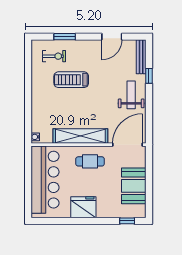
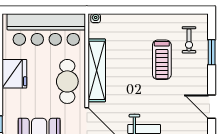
treadmill: (71, 80) -> (162, 60), turned 180
cafe table: (90, 161) -> (67, 81), width x1.37, depth x1.35

